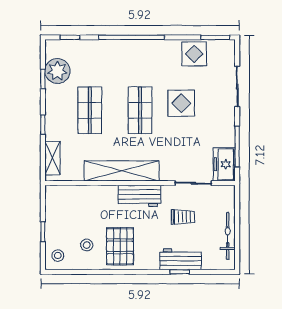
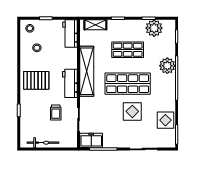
plant: (113, 51) -> (167, 66), added
shop shelf: (140, 110) -> (128, 84), width x1.43, depth x1.36
pallet: (120, 246) -> (36, 80), moved
workbench: (181, 259) -> (70, 33), moved, turned 180

